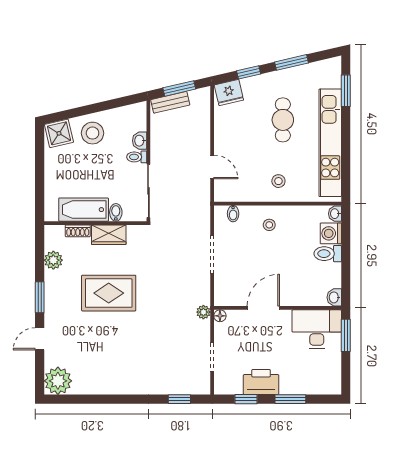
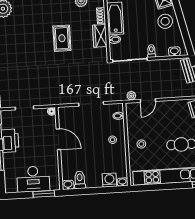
washbasin: (140, 141) -> (174, 51), moved
toilet: (328, 254) -> (80, 180), moved
rug: (109, 293) -> (62, 38), width x0.73, depth x0.70
plant: (203, 312) -> (131, 96), moved
desk: (317, 329) -> (33, 179), moved, turned 90

